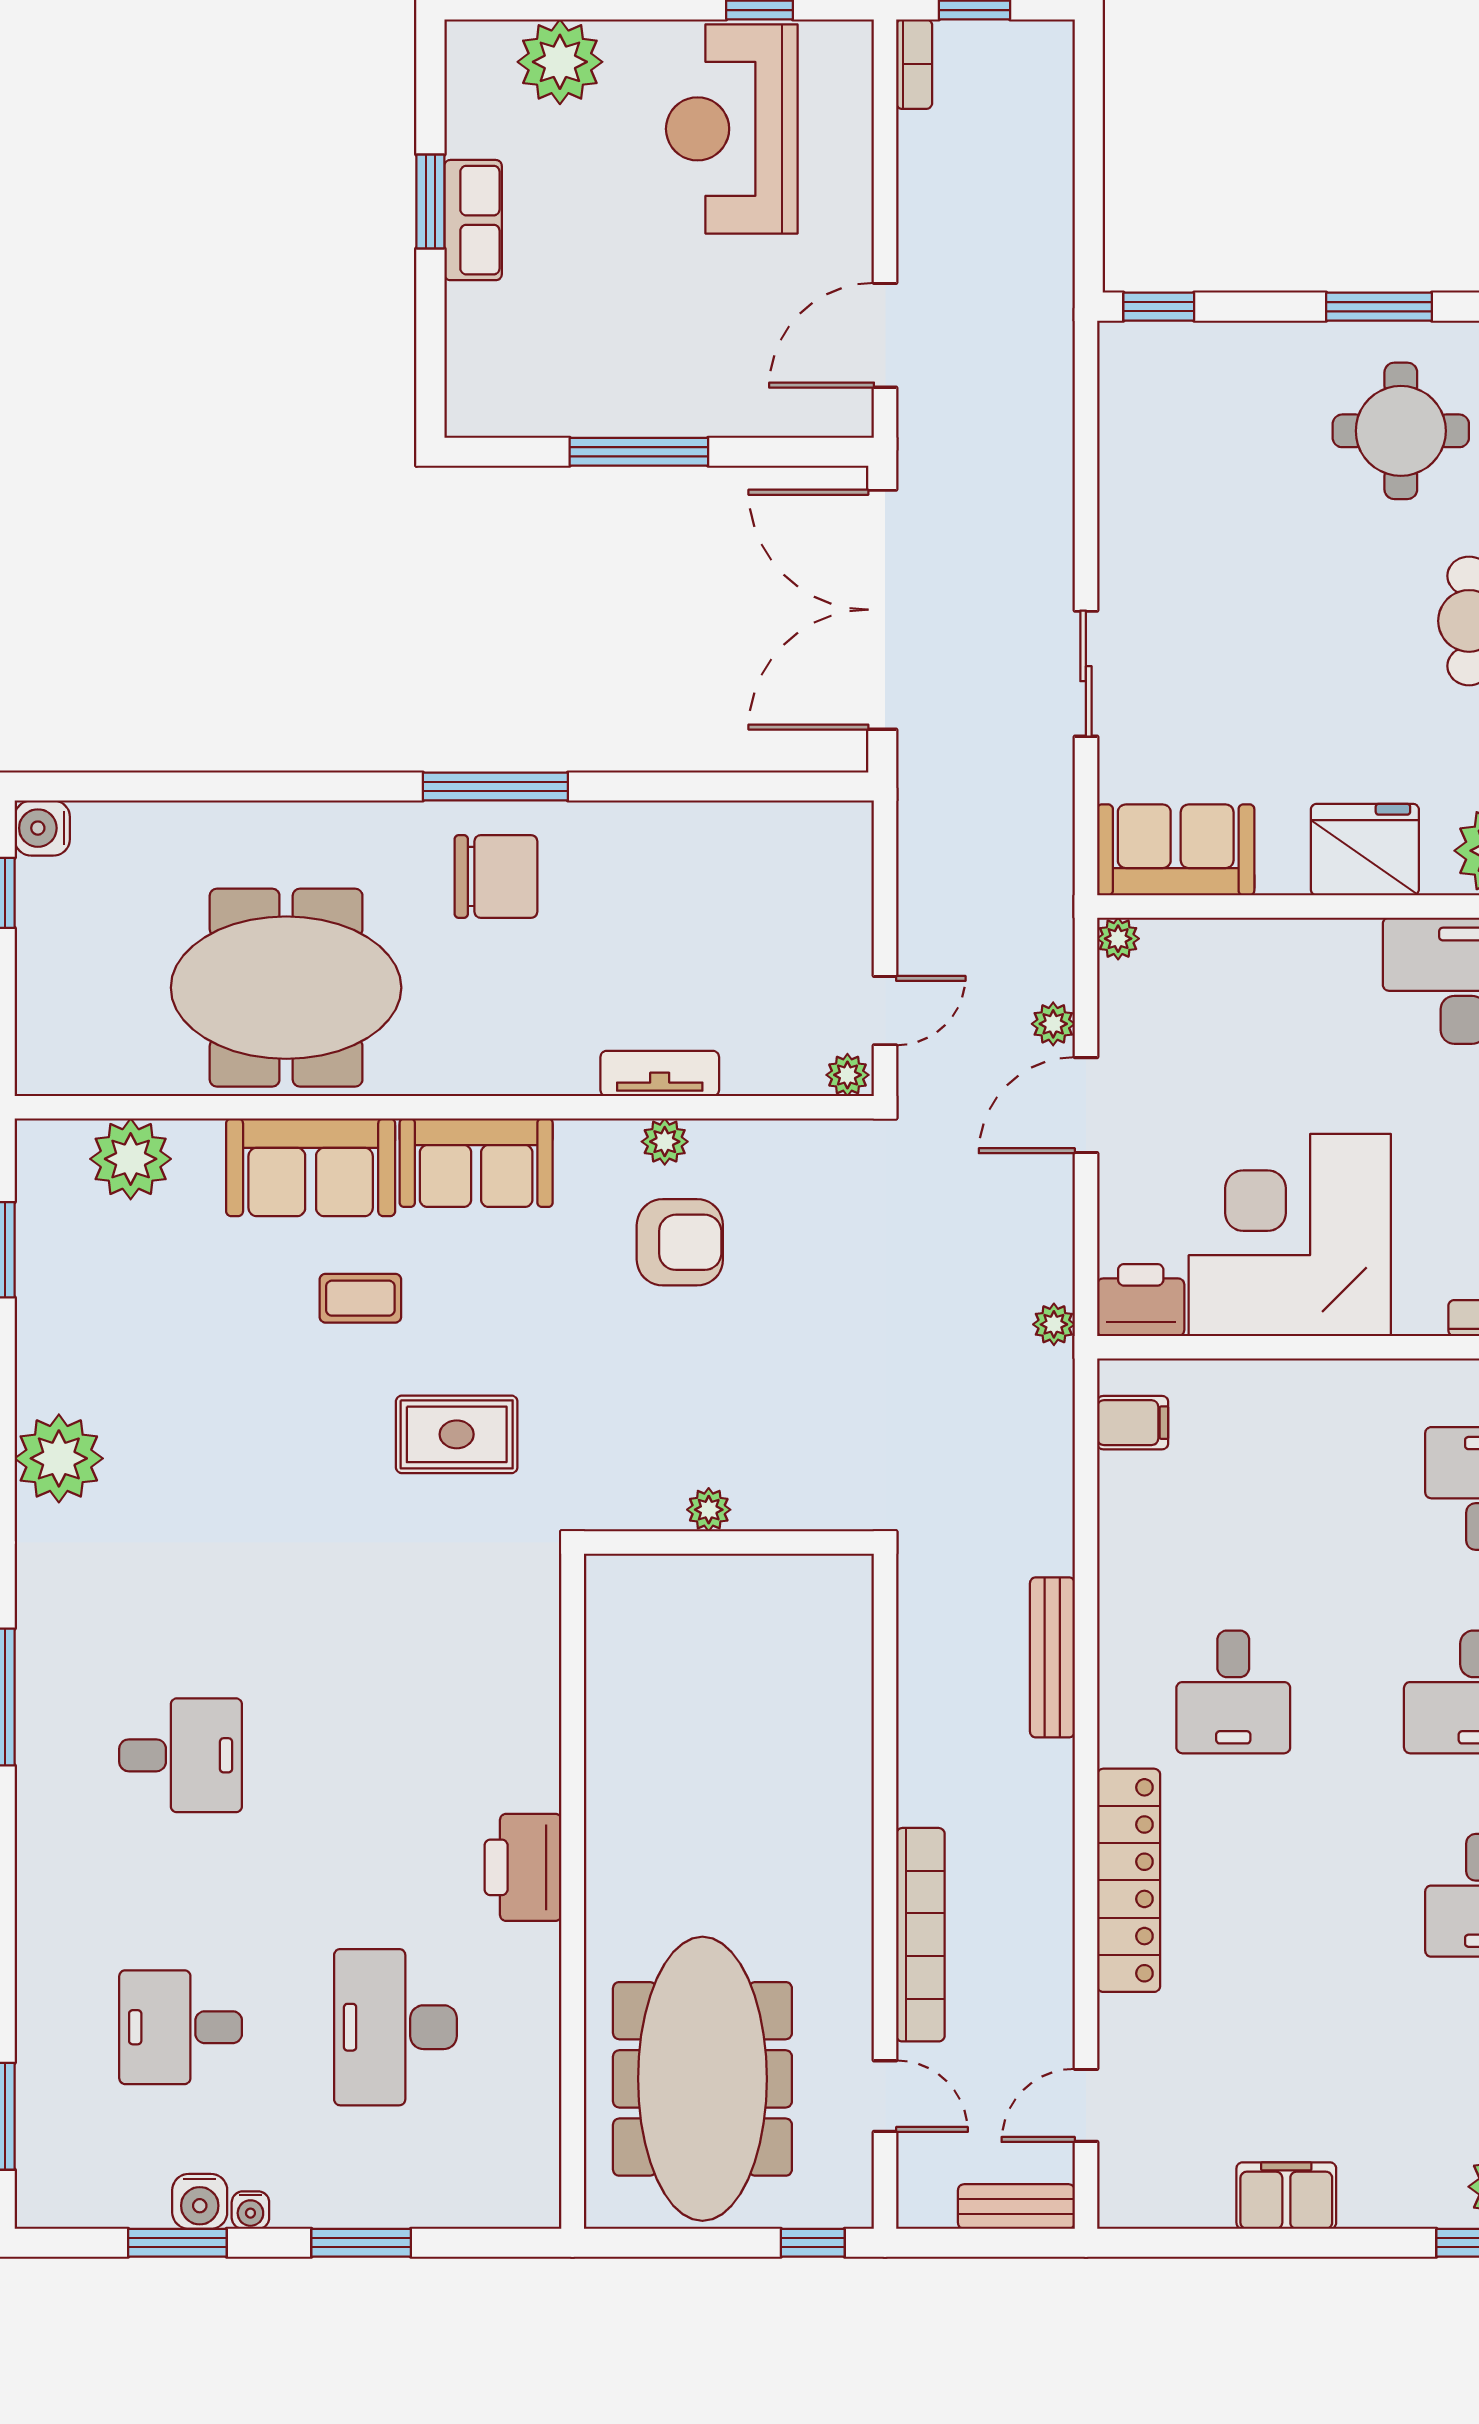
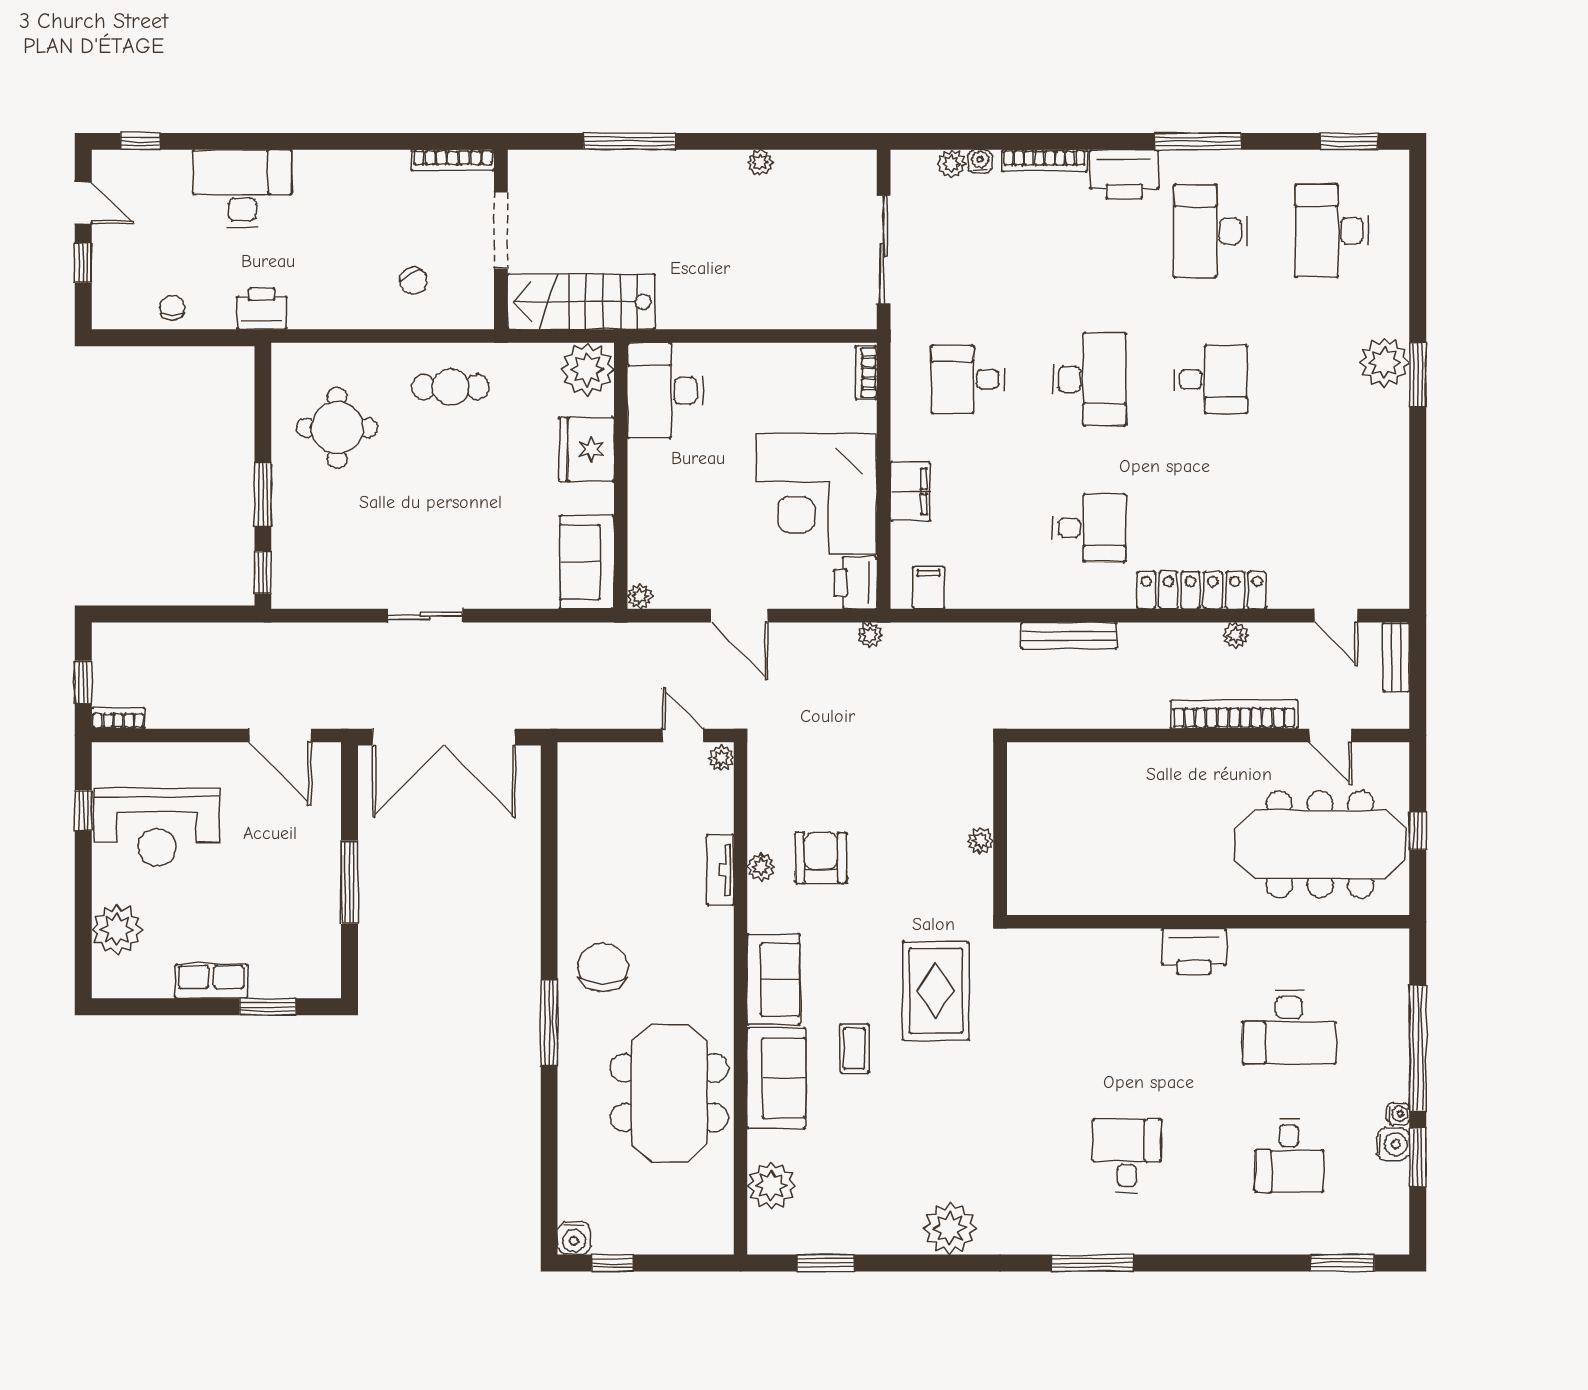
window: (430, 201) -> (267, 1007), moved
window: (1379, 307) -> (263, 495), moved
sliding door: (1086, 674) -> (425, 616), moved
window: (495, 786) -> (549, 1022), moved
plant: (1053, 1024) -> (1235, 635), moved
rug: (457, 1434) -> (936, 991), width x1.36, depth x1.43
door: (885, 2096) -> (1330, 735), swing flipped
filing cabinet: (1286, 2196) -> (910, 491), moved, turned 180
window: (361, 2243) -> (1418, 1048), width x2.11
window: (813, 2243) -> (1418, 831), moved

